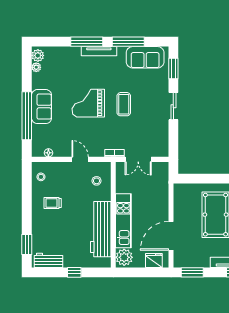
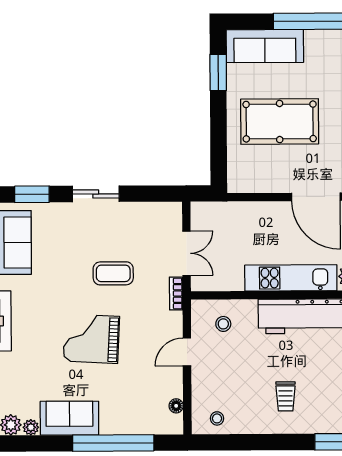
grand piano: (88, 103) -> (91, 339), turned 93
coffee table: (124, 104) -> (113, 273), moved
sofa: (42, 107) -> (69, 418), moved
trolley: (53, 203) -> (286, 396), moved

